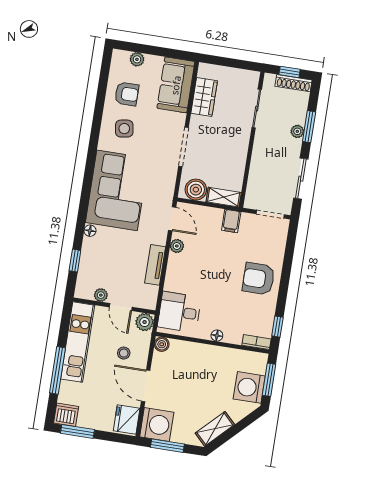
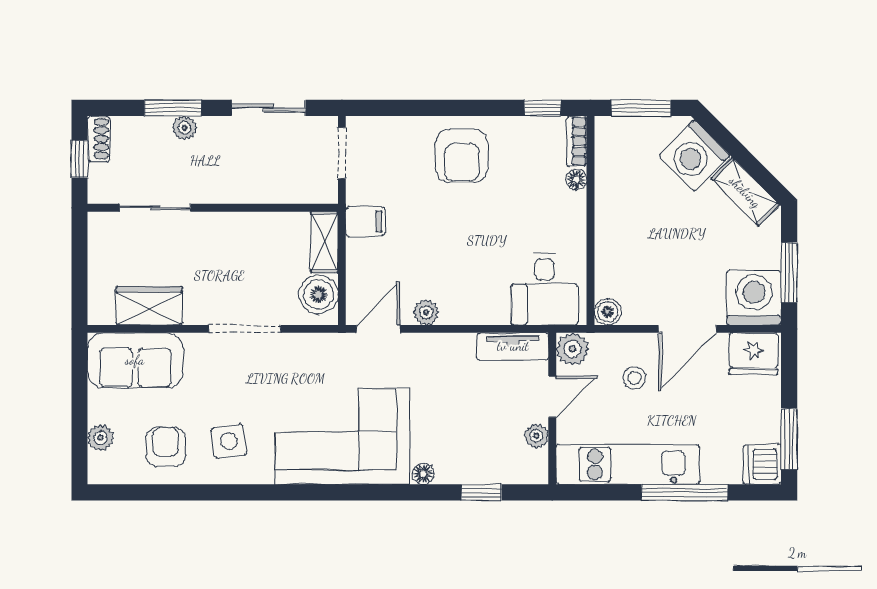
shoe rack: (294, 83) -> (99, 139), width x0.70
tv unit: (155, 265) -> (513, 346), moved
floor lamp: (217, 336) -> (576, 180), moved
washing machine: (249, 387) -> (694, 155), moved, turned 45

